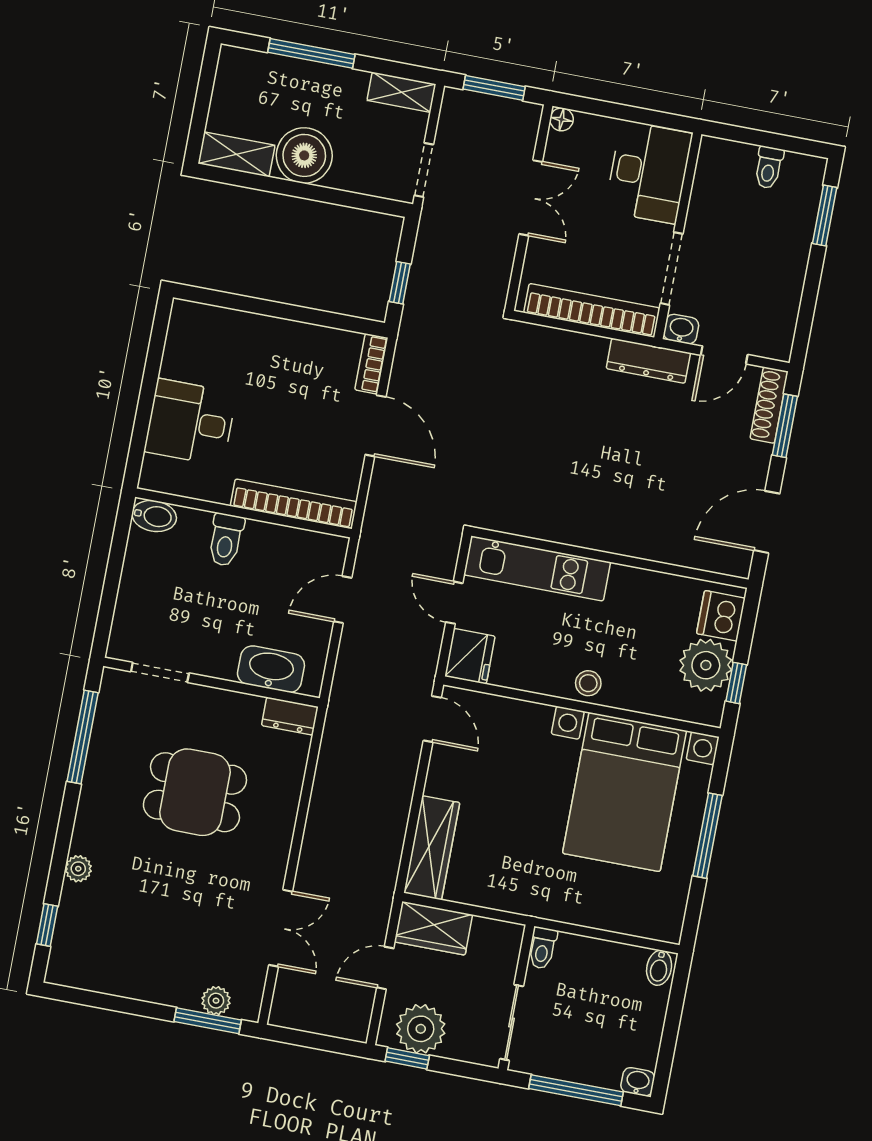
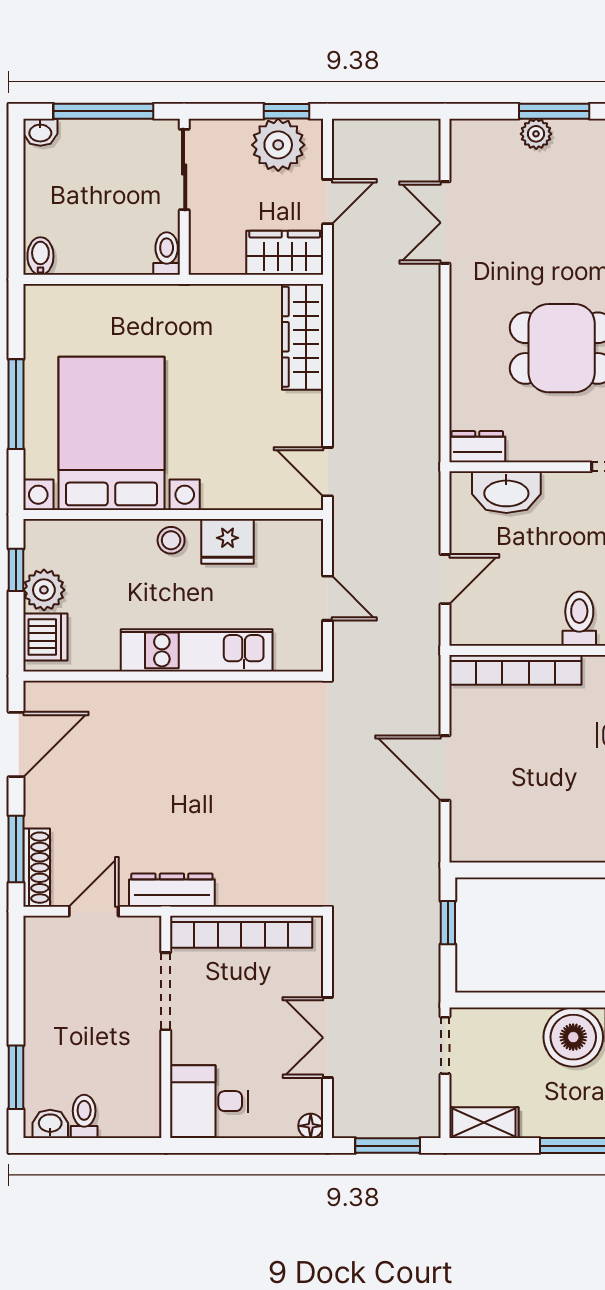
desk: (648, 172) -> (209, 1101), width x0.73
washbasin: (681, 329) -> (50, 1124), moved, turned 180
bookcase: (371, 364) -> (462, 832), removed
kitchen unit: (537, 568) -> (197, 650), moved
fridge: (470, 656) -> (228, 541), moved, turned -90
plant: (706, 665) -> (44, 590), width x0.73, depth x0.73
plant: (216, 1001) -> (536, 134), moved
window: (208, 1021) -> (554, 111), moved

